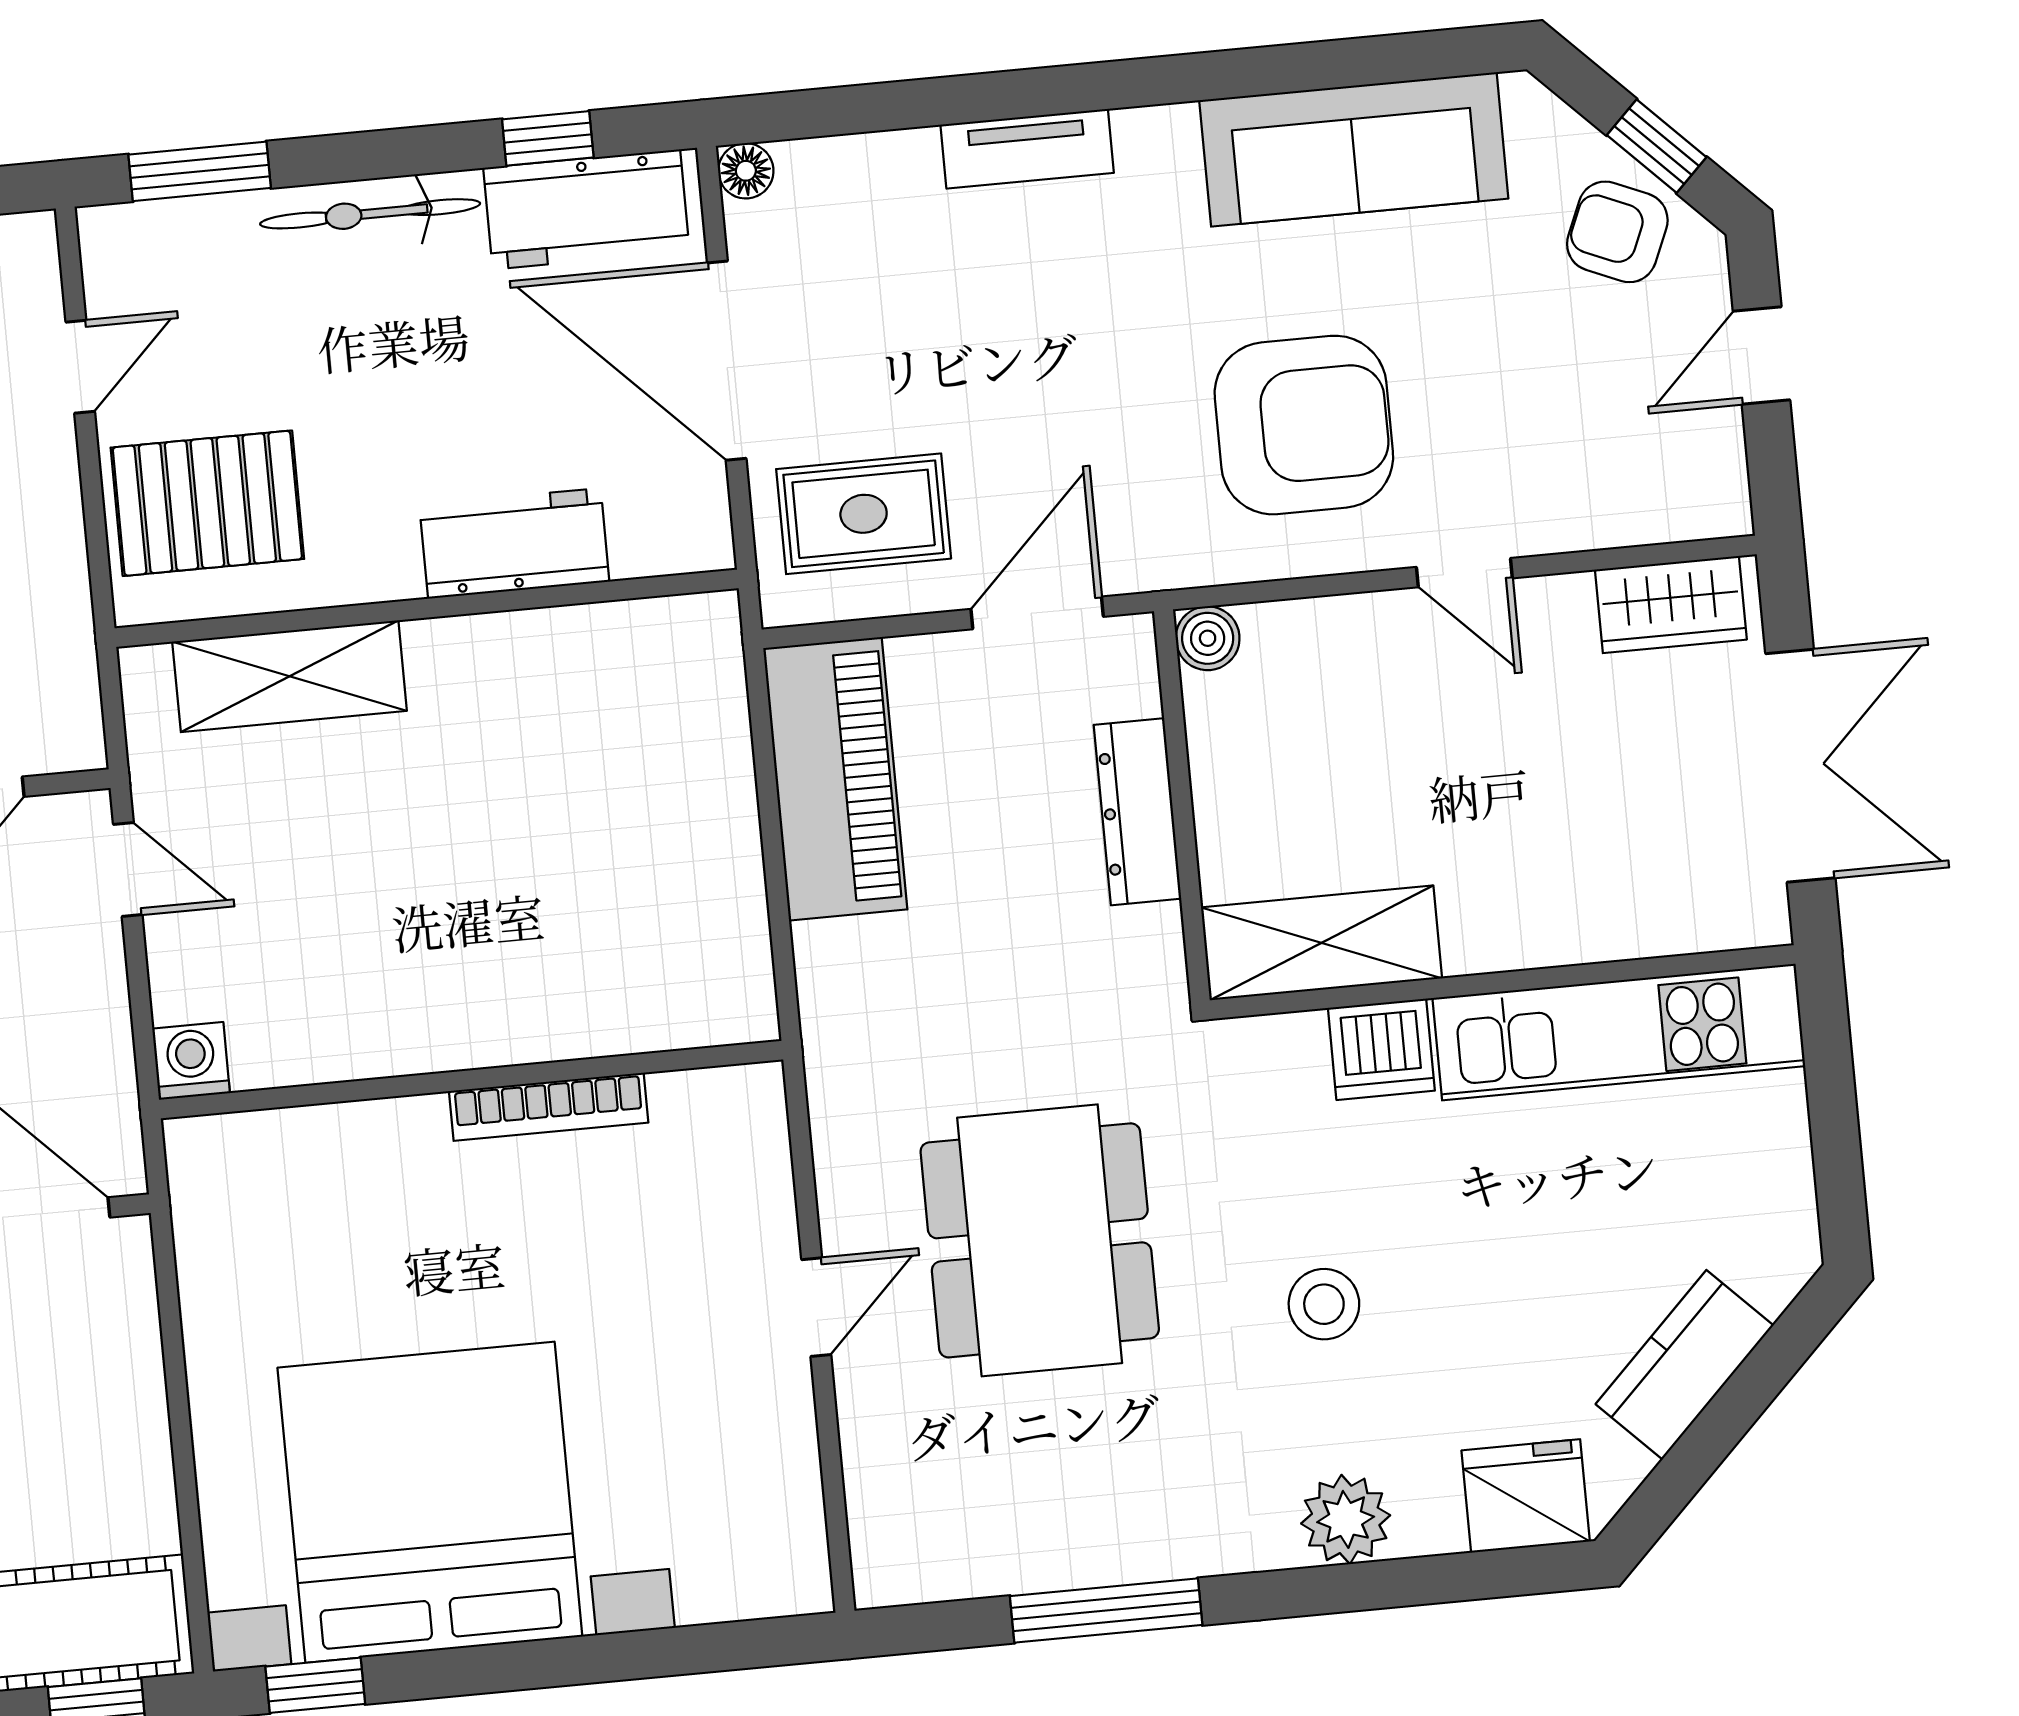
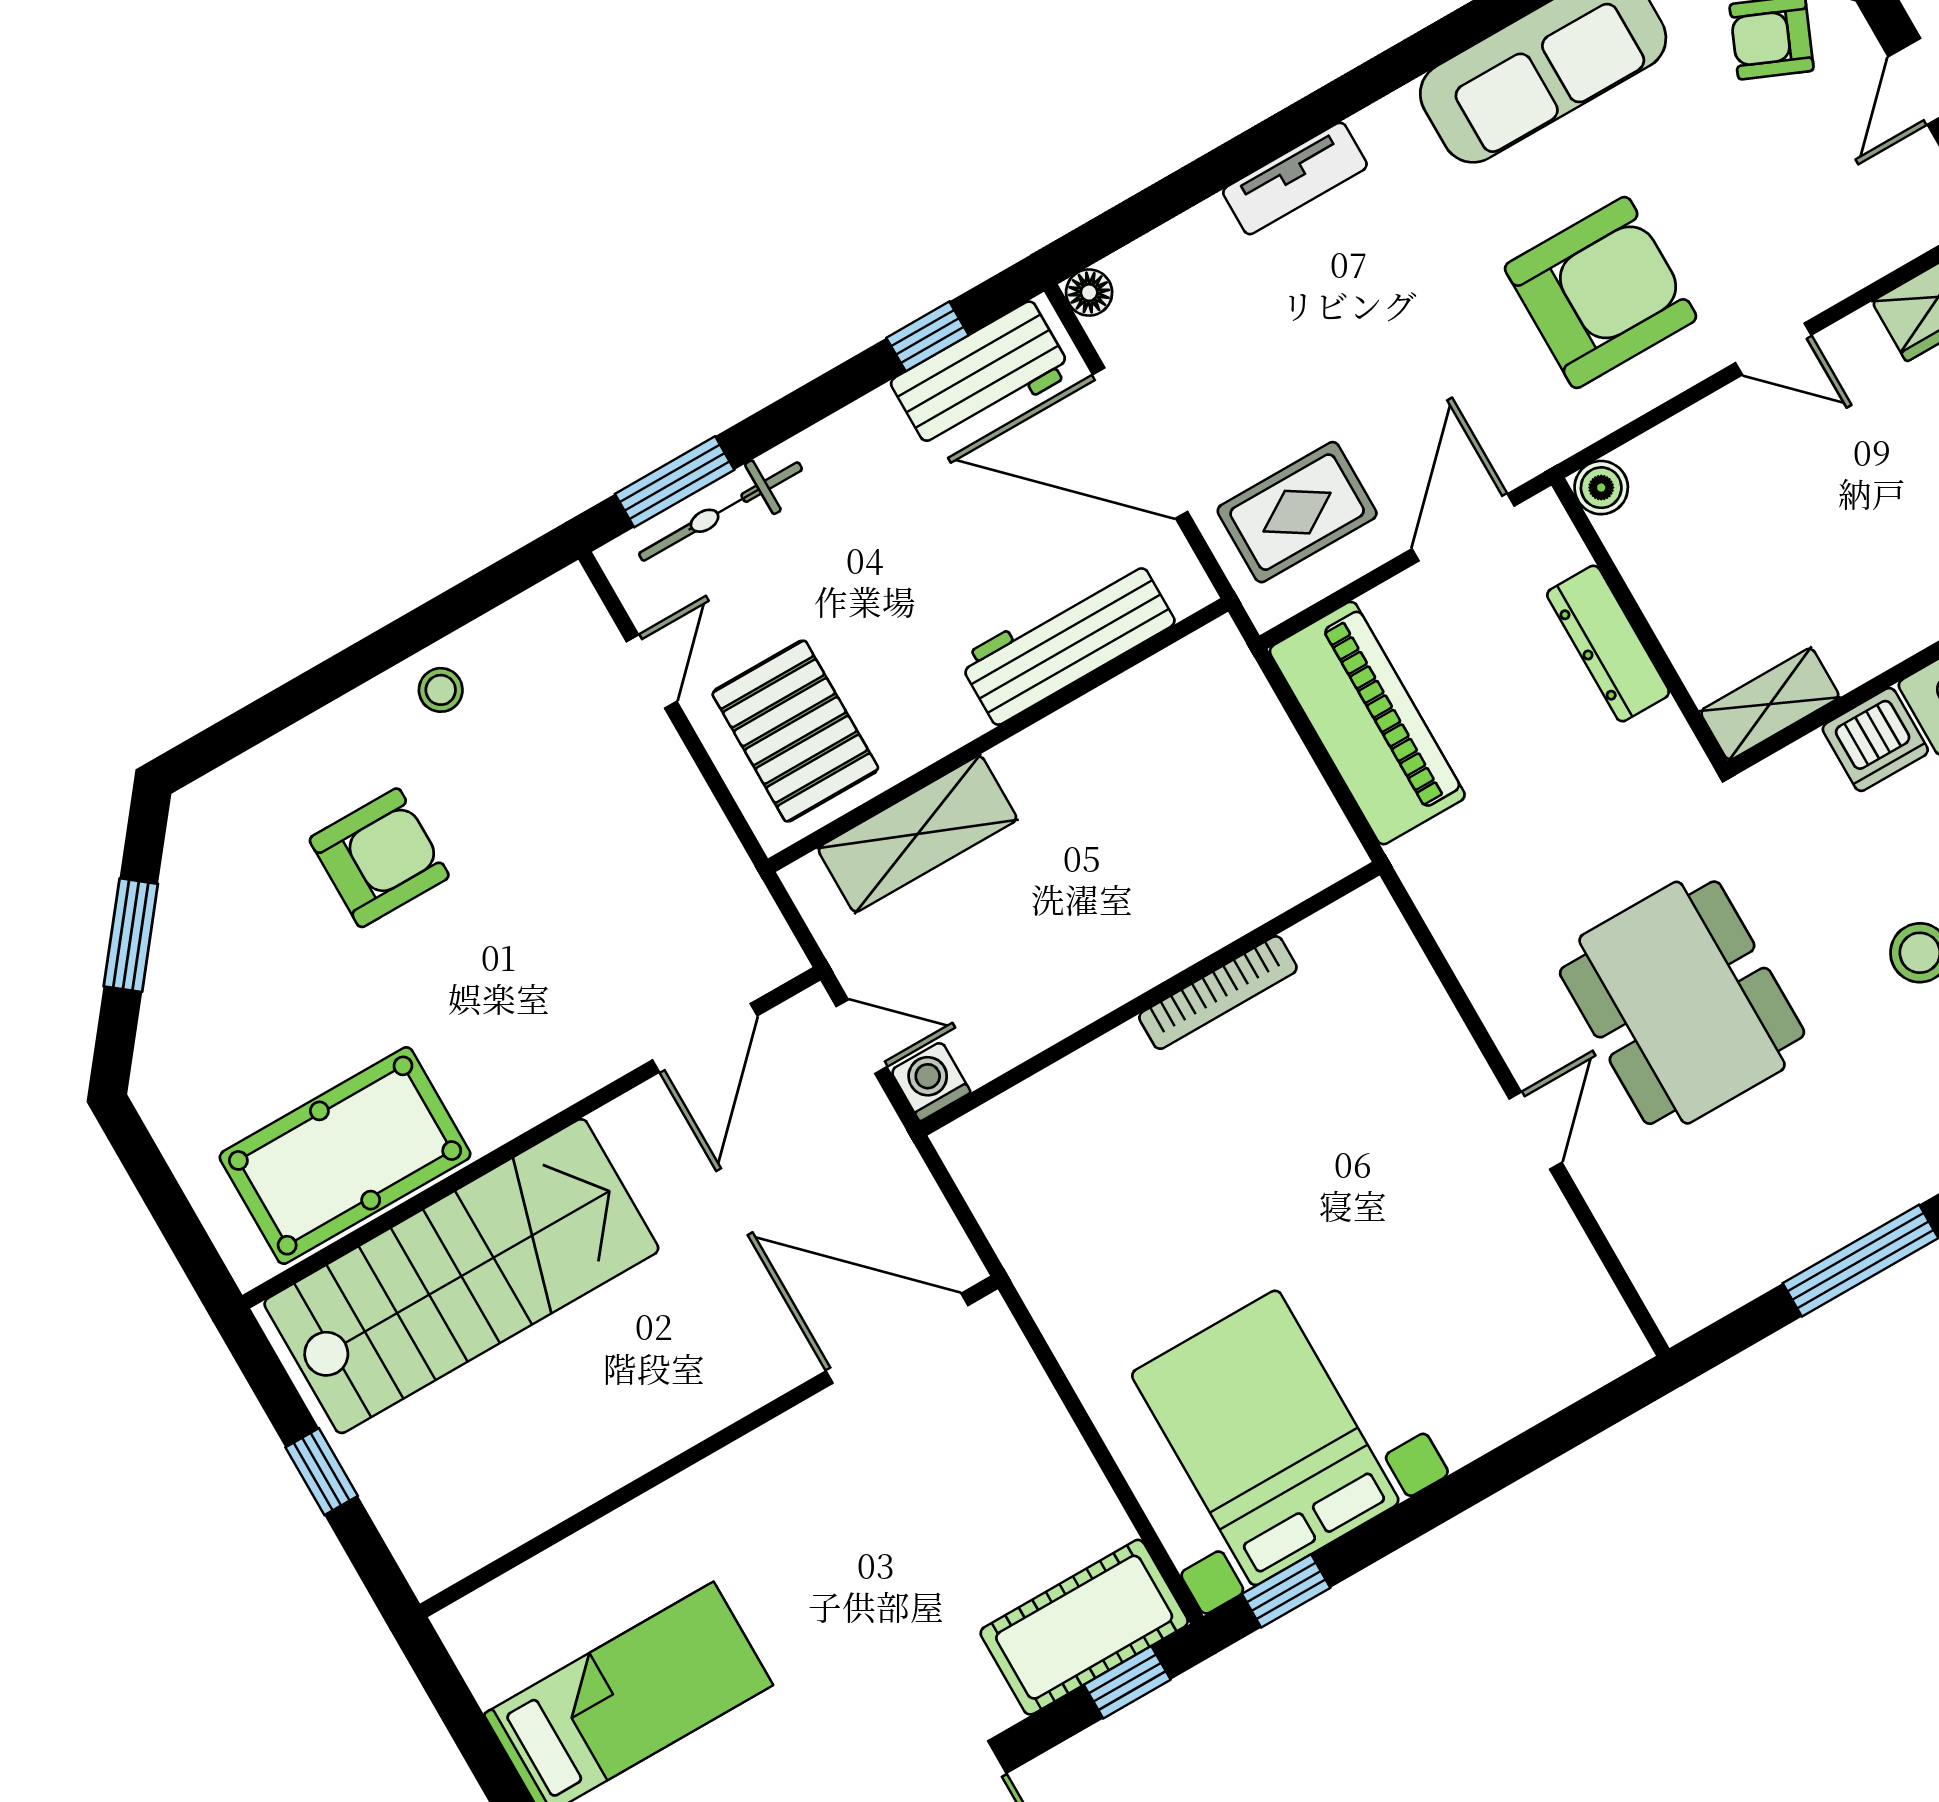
bicycle: (370, 214) -> (721, 512), moved
pallet: (207, 503) -> (795, 731), turned 90
workbench: (514, 543) -> (1067, 641), width x1.38
shelving: (1322, 943) -> (1770, 704), width x0.67, depth x0.75
washing machine: (191, 1061) -> (931, 1081), moved
wall: (471, 1080) -> (1150, 999), moved
bookcase: (549, 1107) -> (1218, 993), moved
bed with nightstands: (430, 1502) -> (1265, 1438), width x0.73

